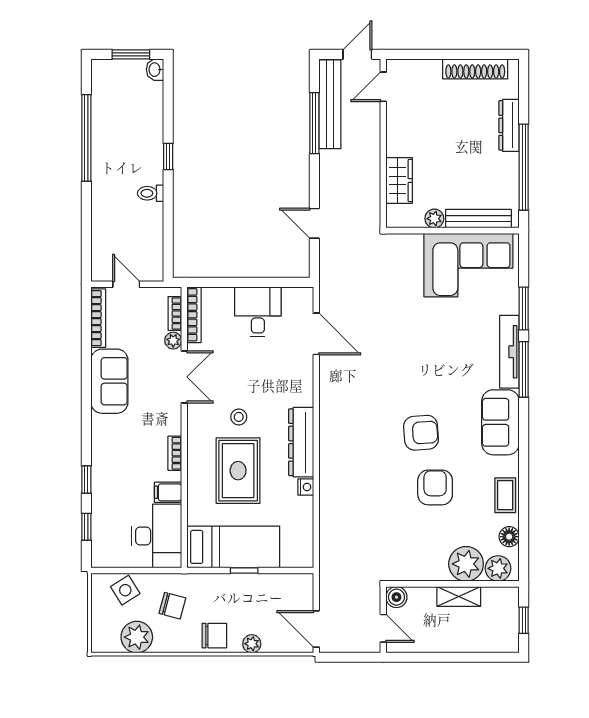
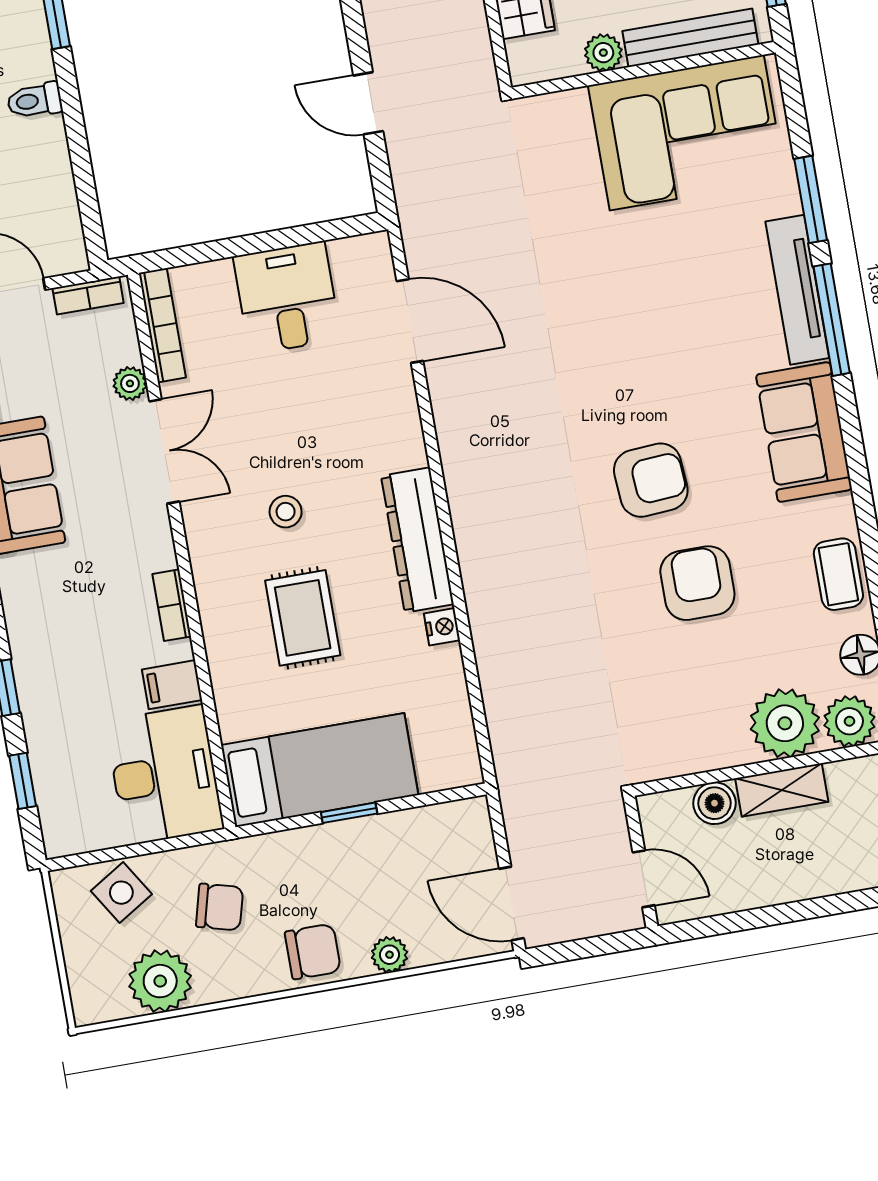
bookcase: (175, 313) -> (88, 295), moved, turned -90
rug: (238, 471) -> (303, 618), width x0.73, depth x0.70
boiler: (396, 597) -> (715, 803), moved

